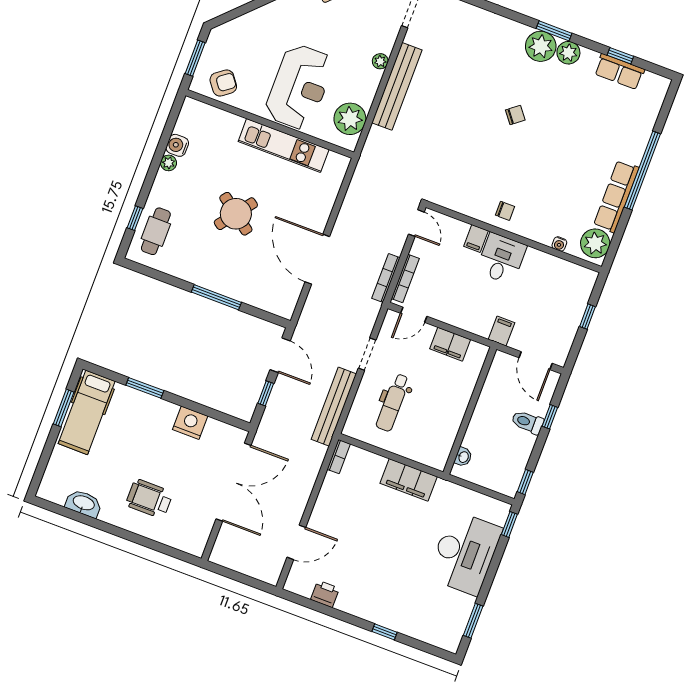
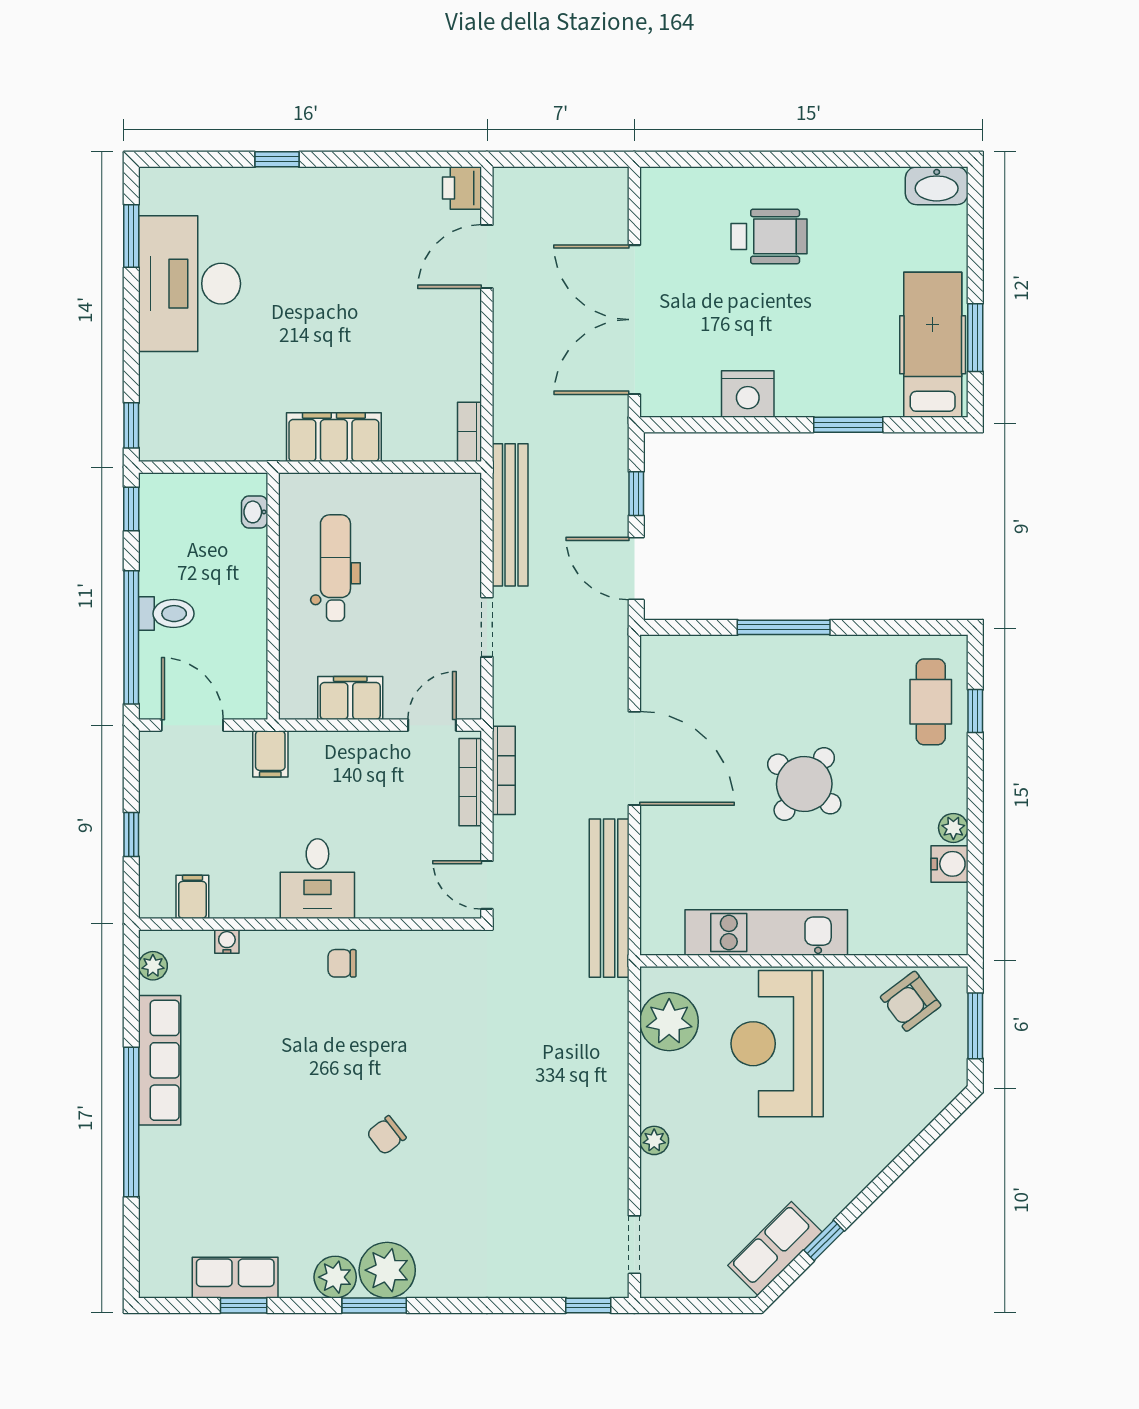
bench: (397, 86) -> (609, 898), moved
filing cabinet: (476, 239) -> (192, 897), moved
plant: (595, 243) -> (153, 966), width x0.53, depth x0.53
dental chair: (393, 403) -> (335, 568), moved
window: (550, 417) -> (131, 637), width x3.17
washbasin: (84, 503) -> (937, 186), moved
desk: (465, 553) -> (190, 284), moved
printer: (325, 594) -> (462, 188), moved, turned 90

